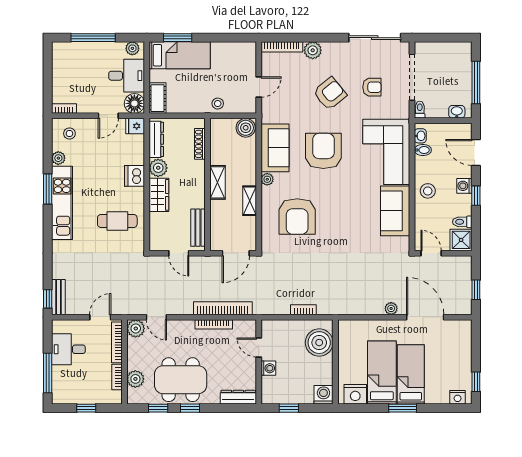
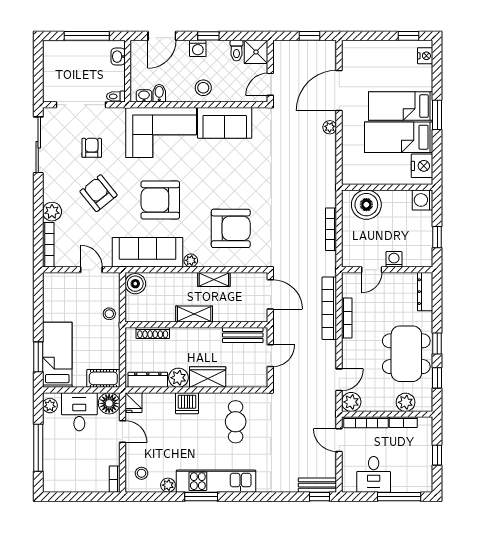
sofa: (275, 148) -> (148, 252), width x1.36
bookcase: (303, 310) -> (331, 229), width x1.56

